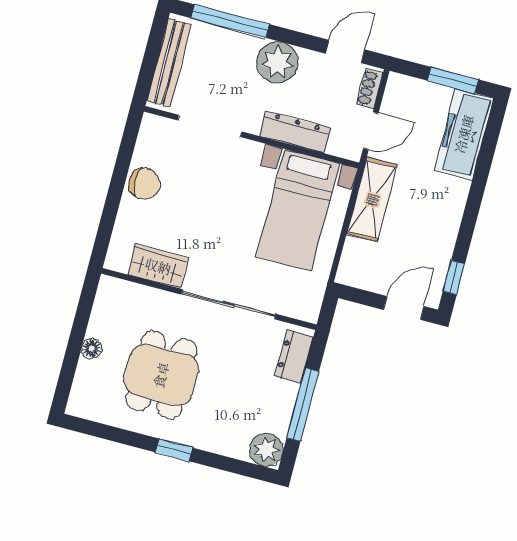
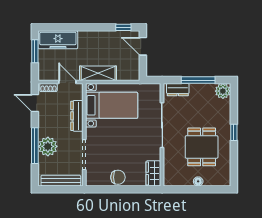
window: (230, 21) -> (35, 146), moved
plant: (277, 62) -> (48, 146), moved
chair: (144, 184) -> (118, 177), turned 90
wardrobe: (158, 266) -> (153, 173), moved
dining table: (161, 375) -> (202, 147), turned 90

